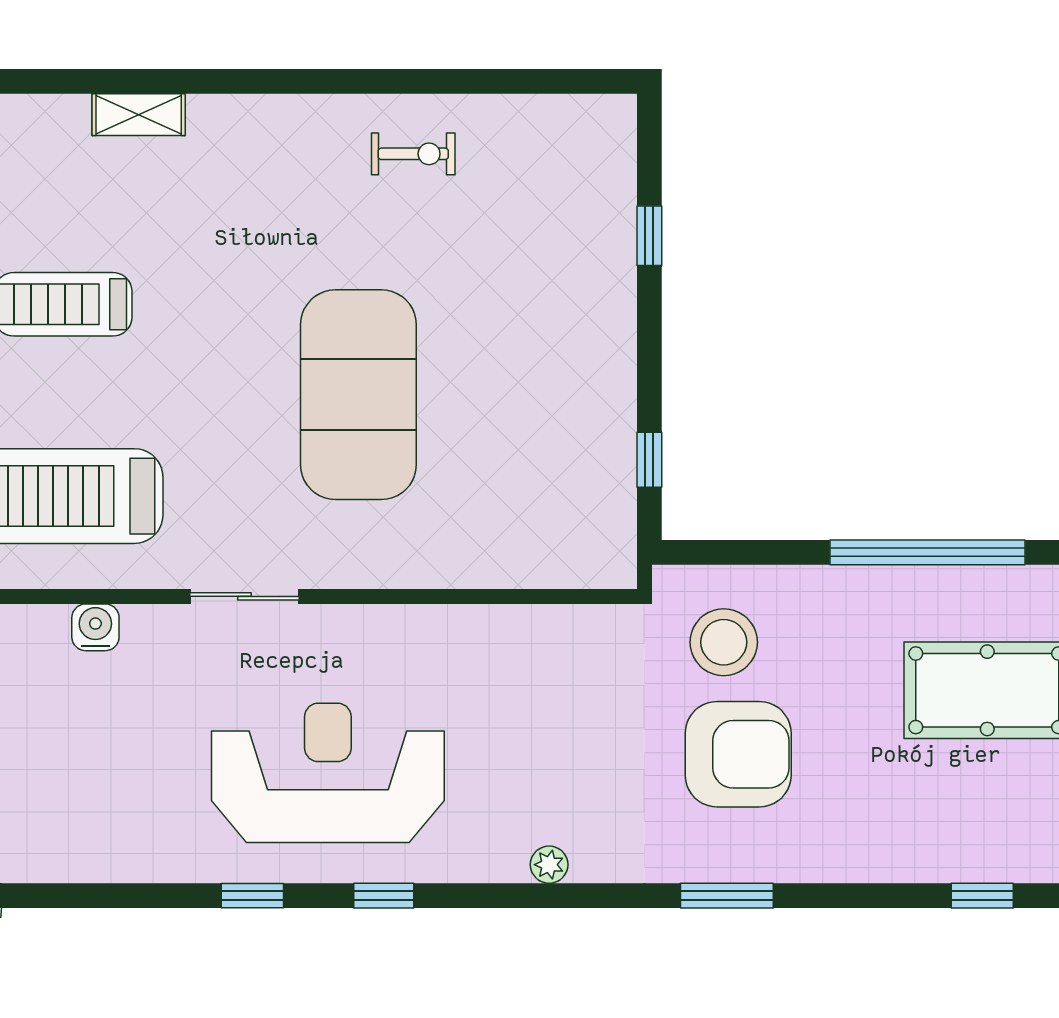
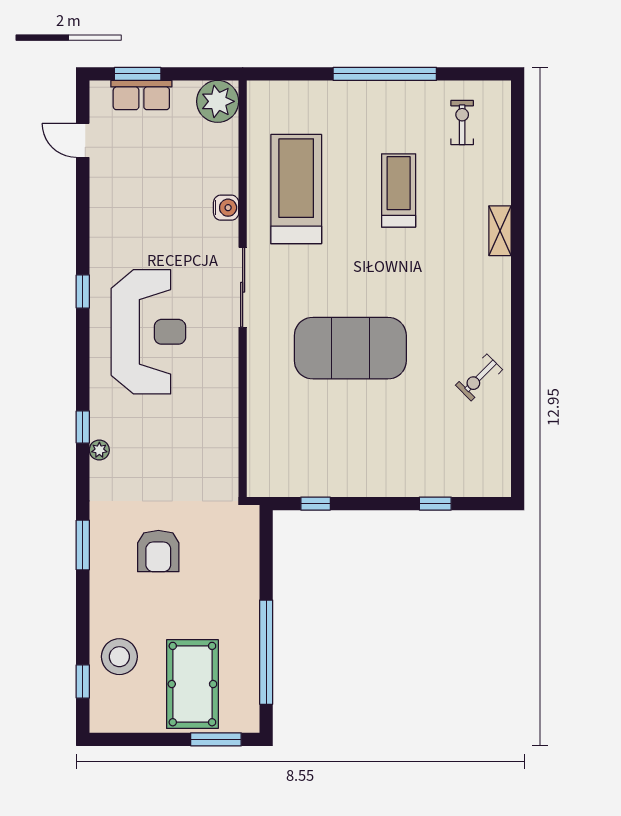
exercise bike: (413, 154) -> (479, 377), turned 45
sliding door: (244, 596) -> (243, 287), width x1.37
stool: (724, 642) -> (119, 657), moved
armchair: (738, 754) -> (158, 551), width x0.73, depth x0.73
window: (384, 896) -> (83, 427), moved

